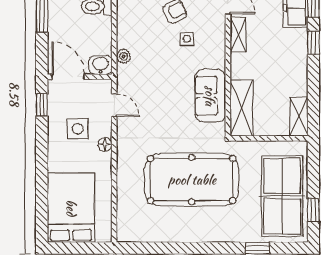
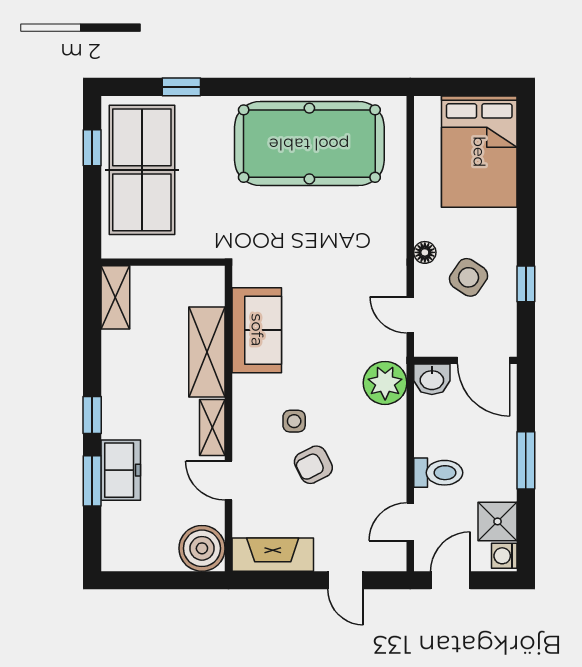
plant: (124, 56) -> (385, 383), width x1.88, depth x1.88
window: (42, 105) -> (526, 284), moved
shelving: (241, 108) -> (207, 352), moved
side table: (78, 129) -> (469, 277), turned 34
pool table: (192, 180) -> (309, 144), moved

